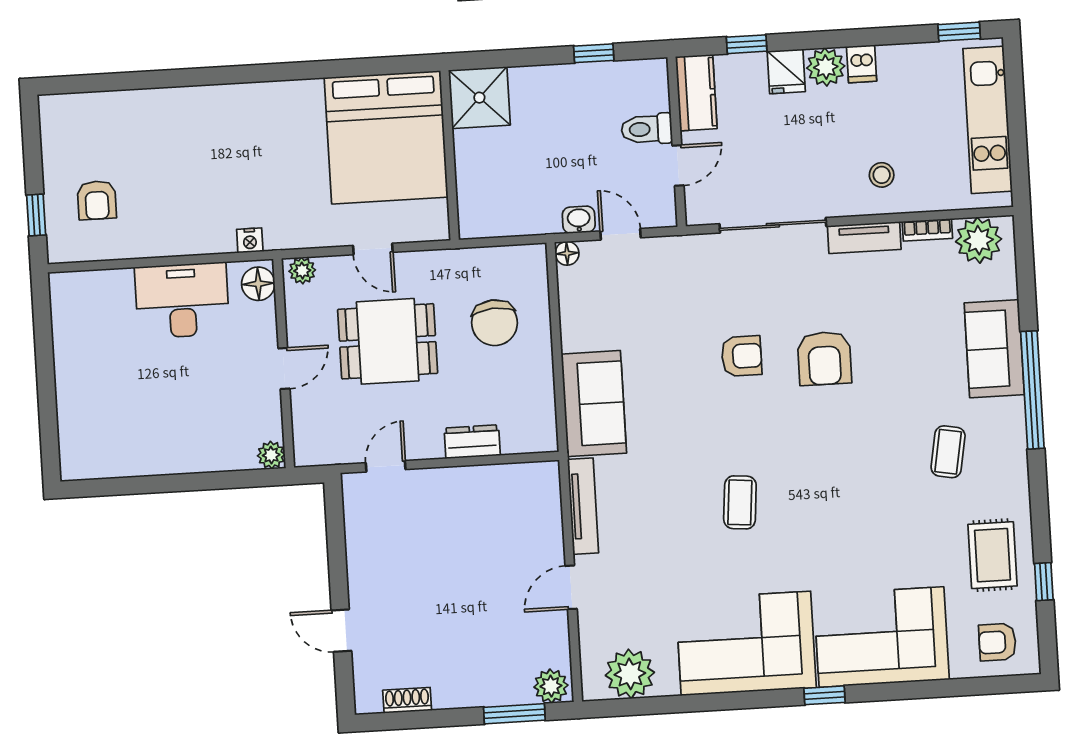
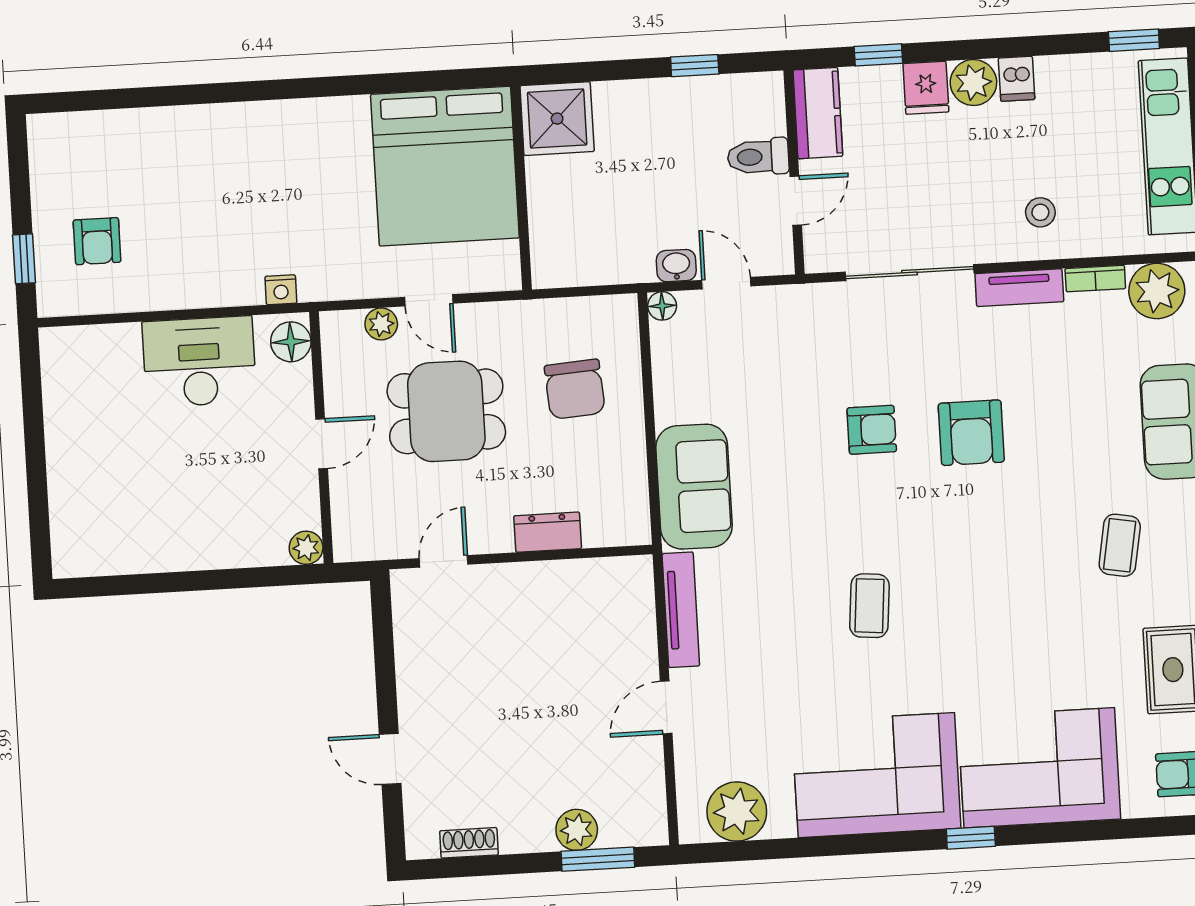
plant: (302, 271) -> (381, 324), moved
plant: (551, 686) -> (577, 830), moved

